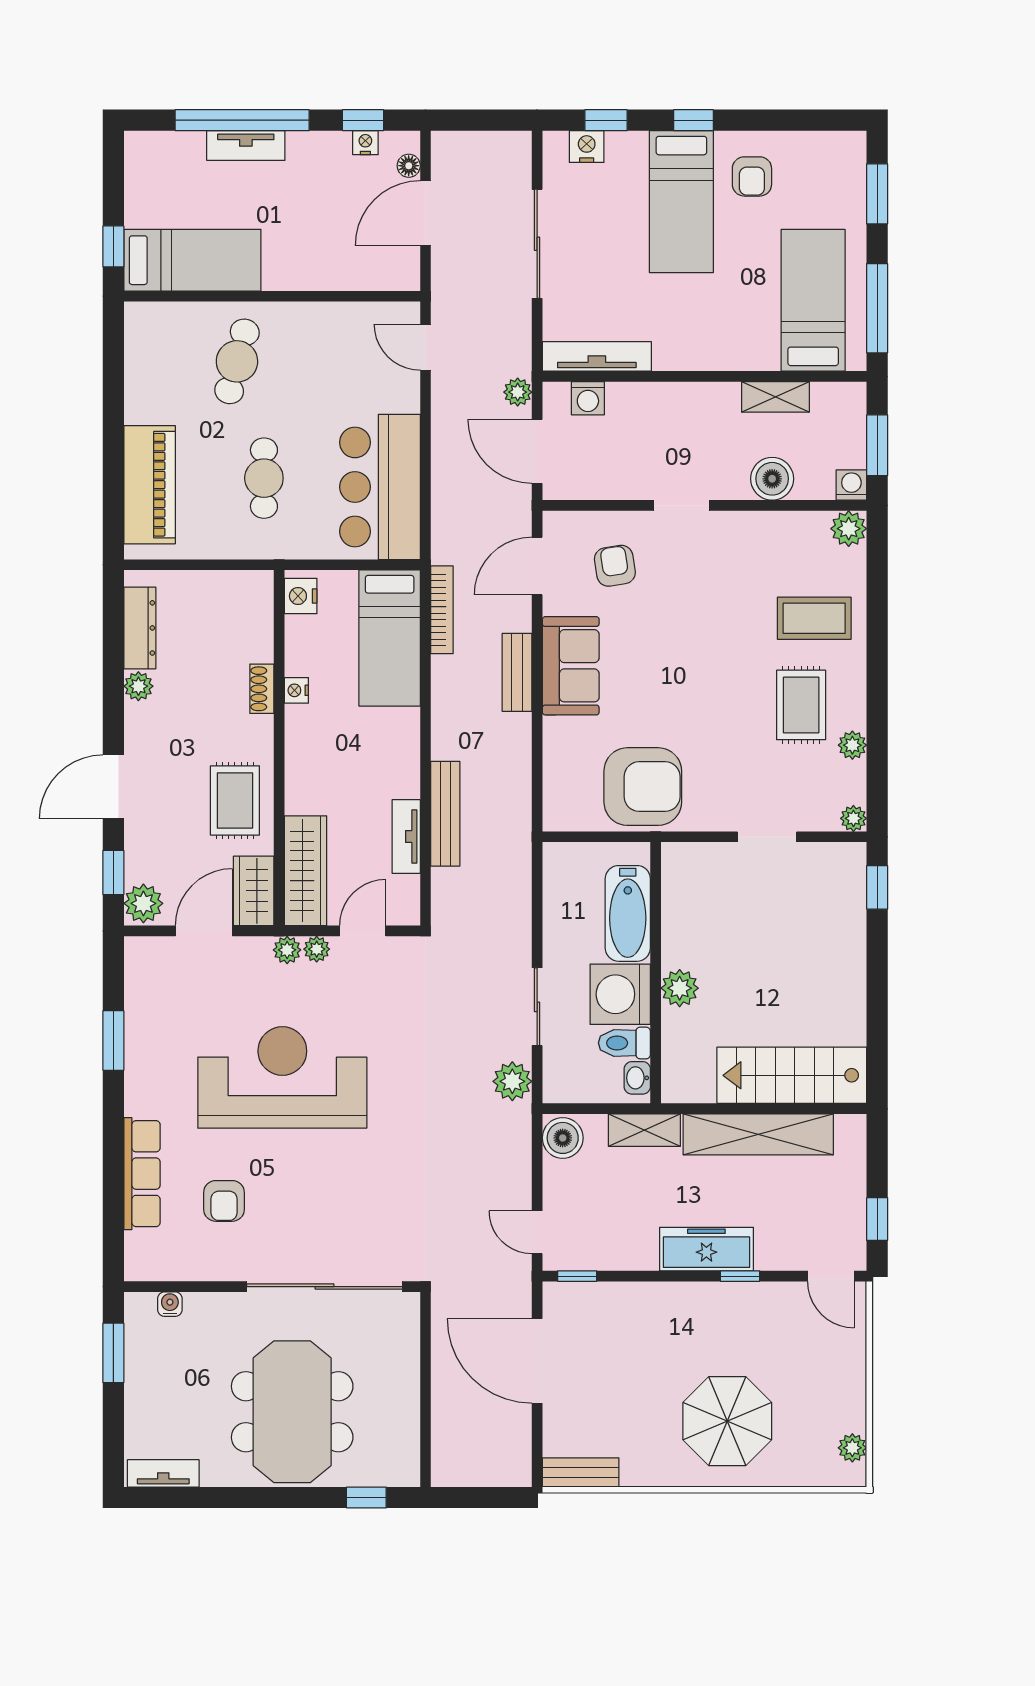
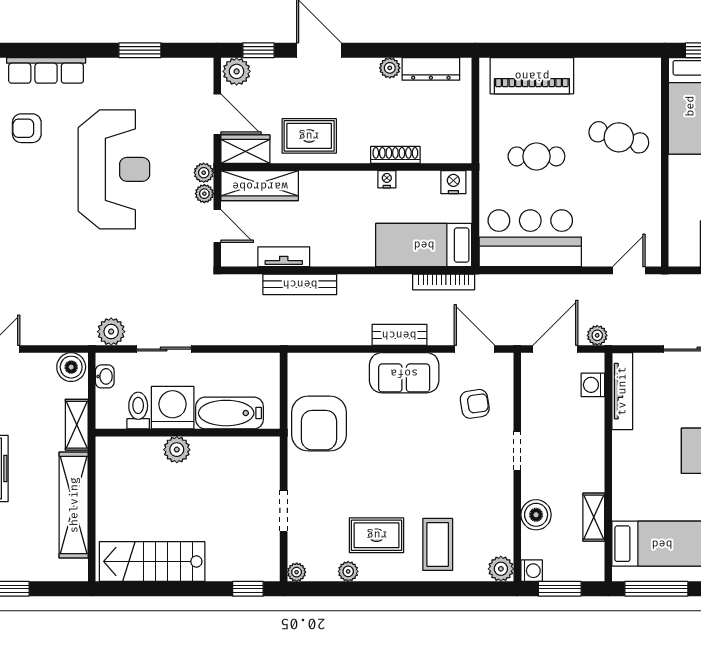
shoe rack: (262, 689) -> (395, 155), width x1.43
stairs: (792, 1075) -> (152, 561), moved, turned -90
washbasin: (637, 1078) -> (105, 376), moved, turned 90

